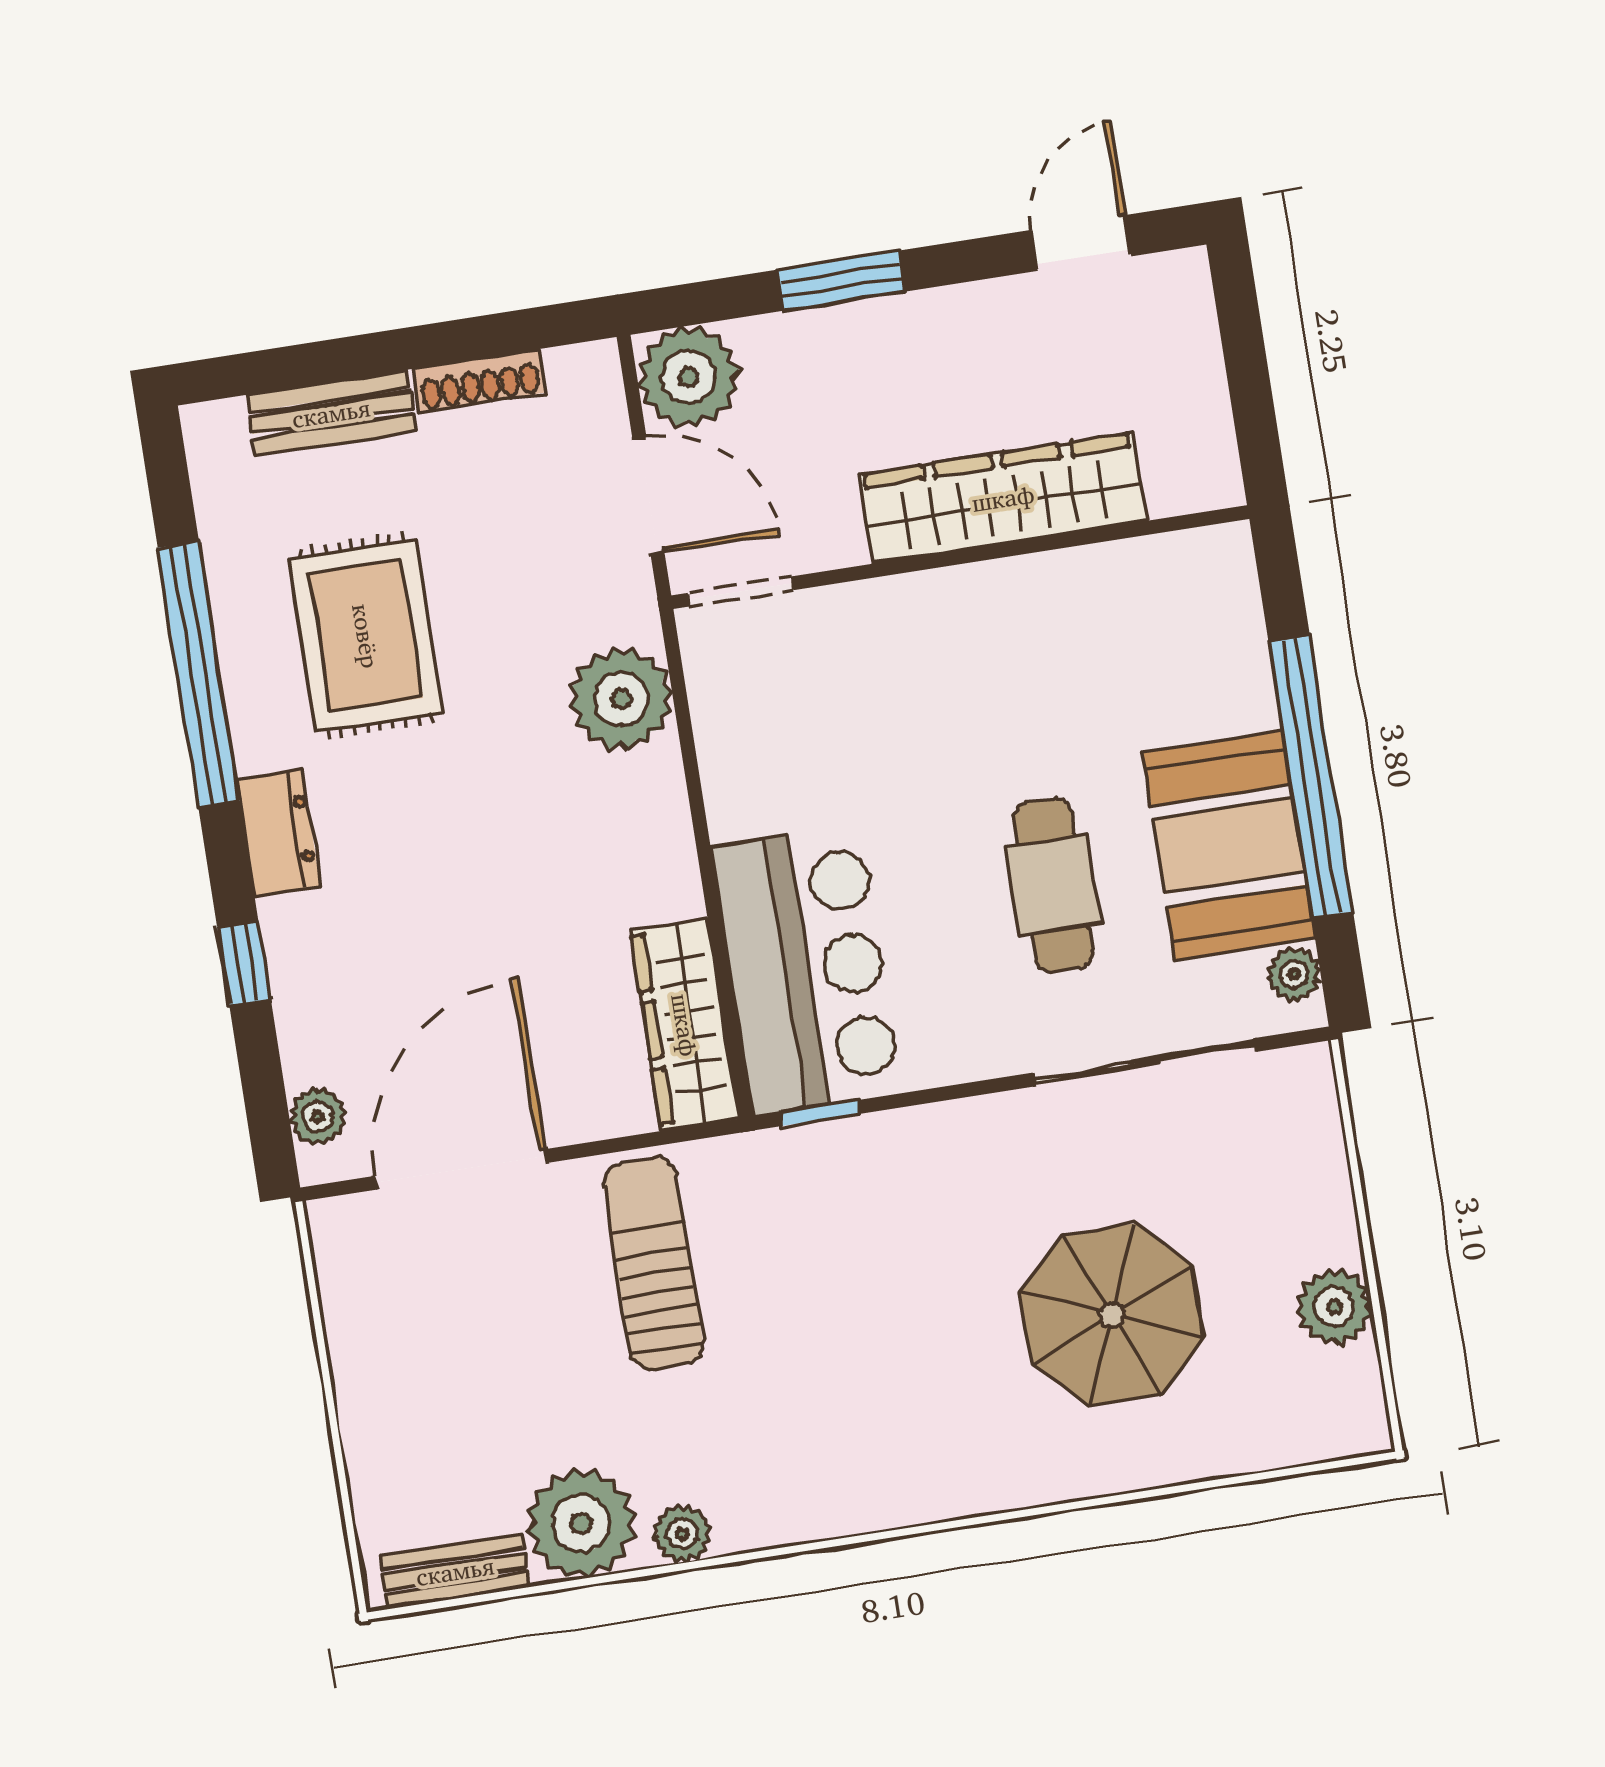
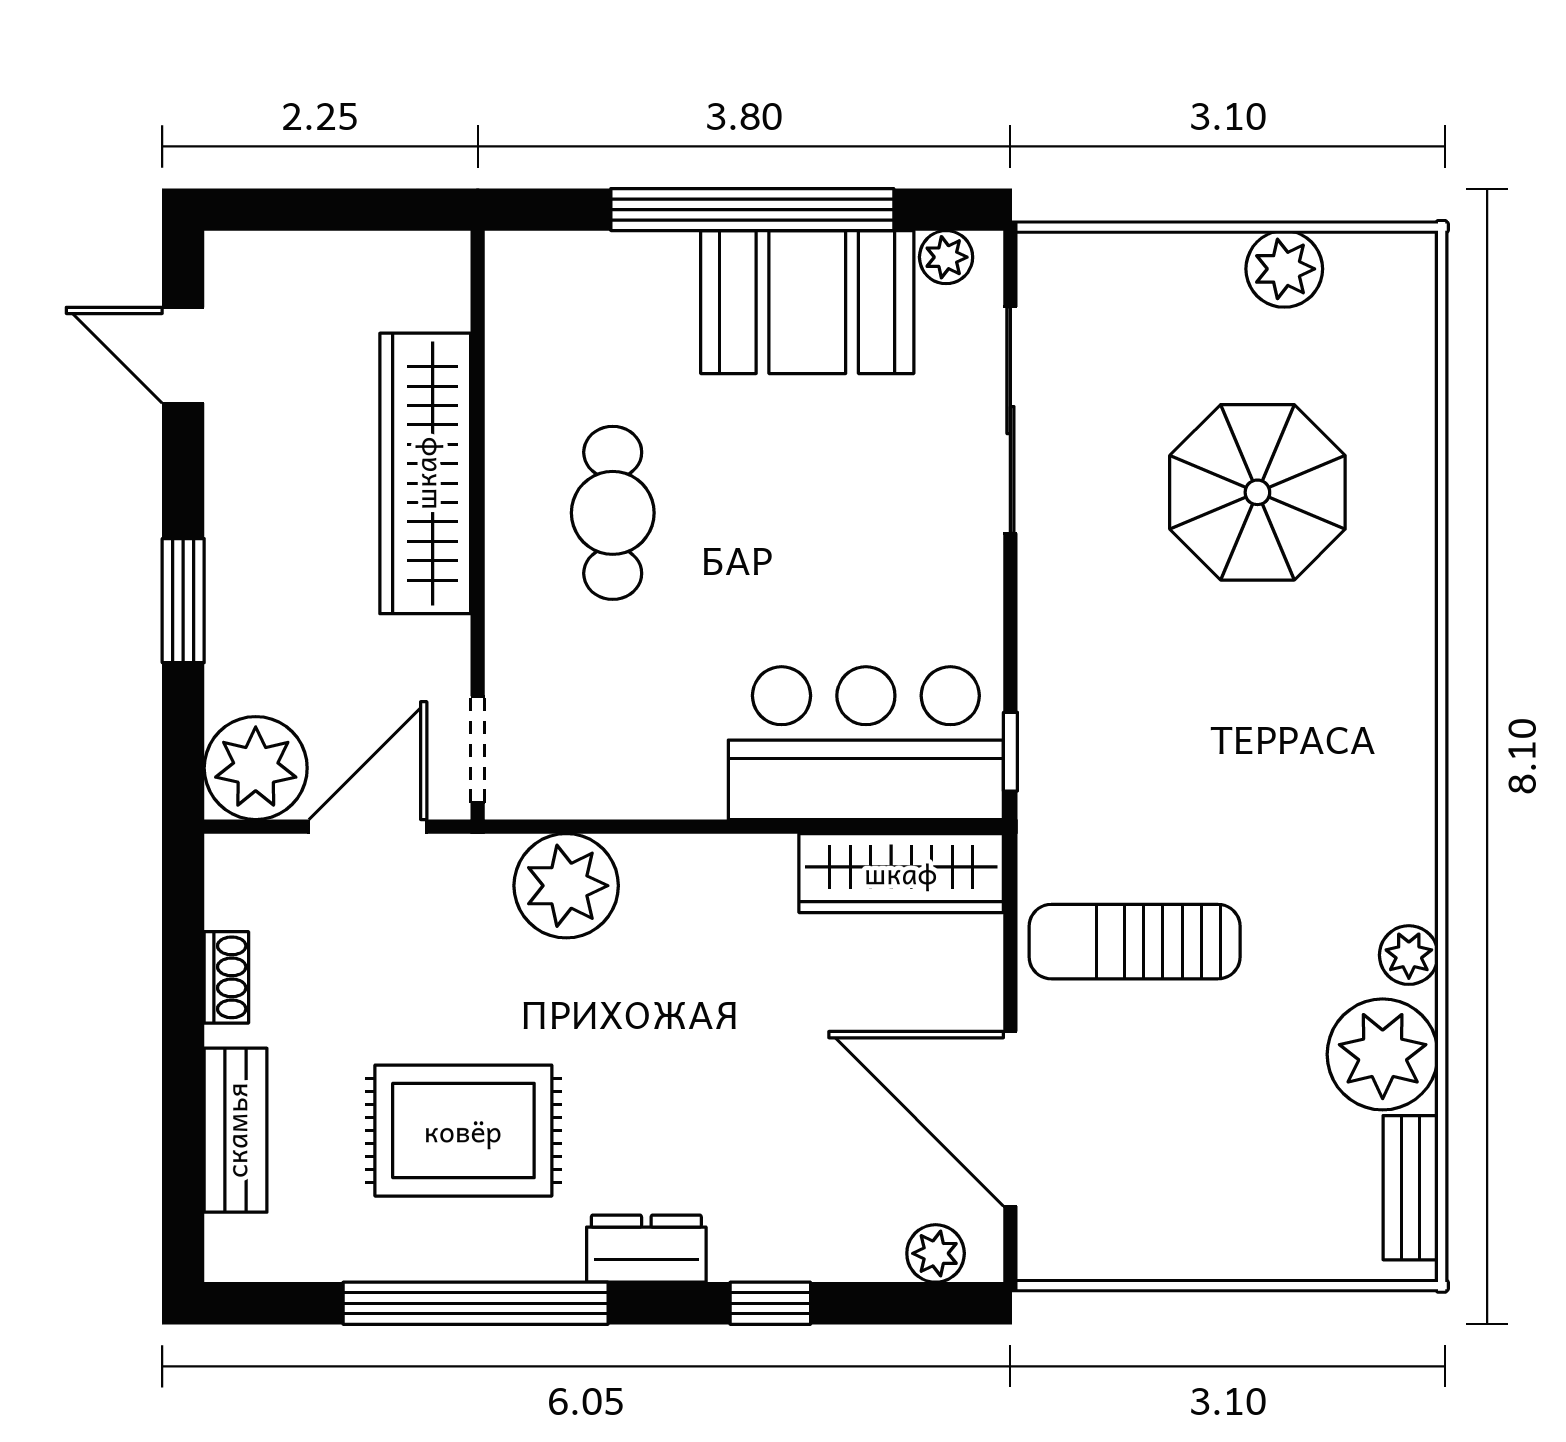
shoe rack: (479, 381) -> (226, 977), width x0.70
cafe table: (1053, 885) -> (613, 513), moved, turned 90

